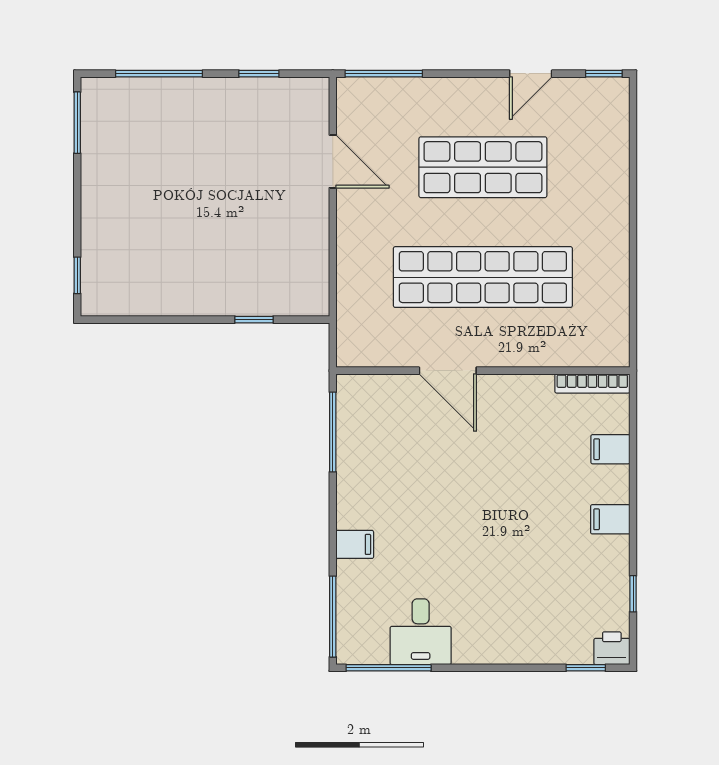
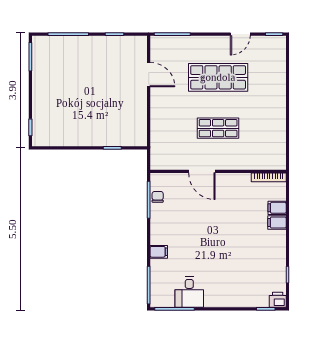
shop shelf: (483, 277) -> (218, 128), width x0.50, depth x0.74
chair: (352, 426) -> (158, 197), added
filing cabinet: (610, 519) -> (277, 222), moved

